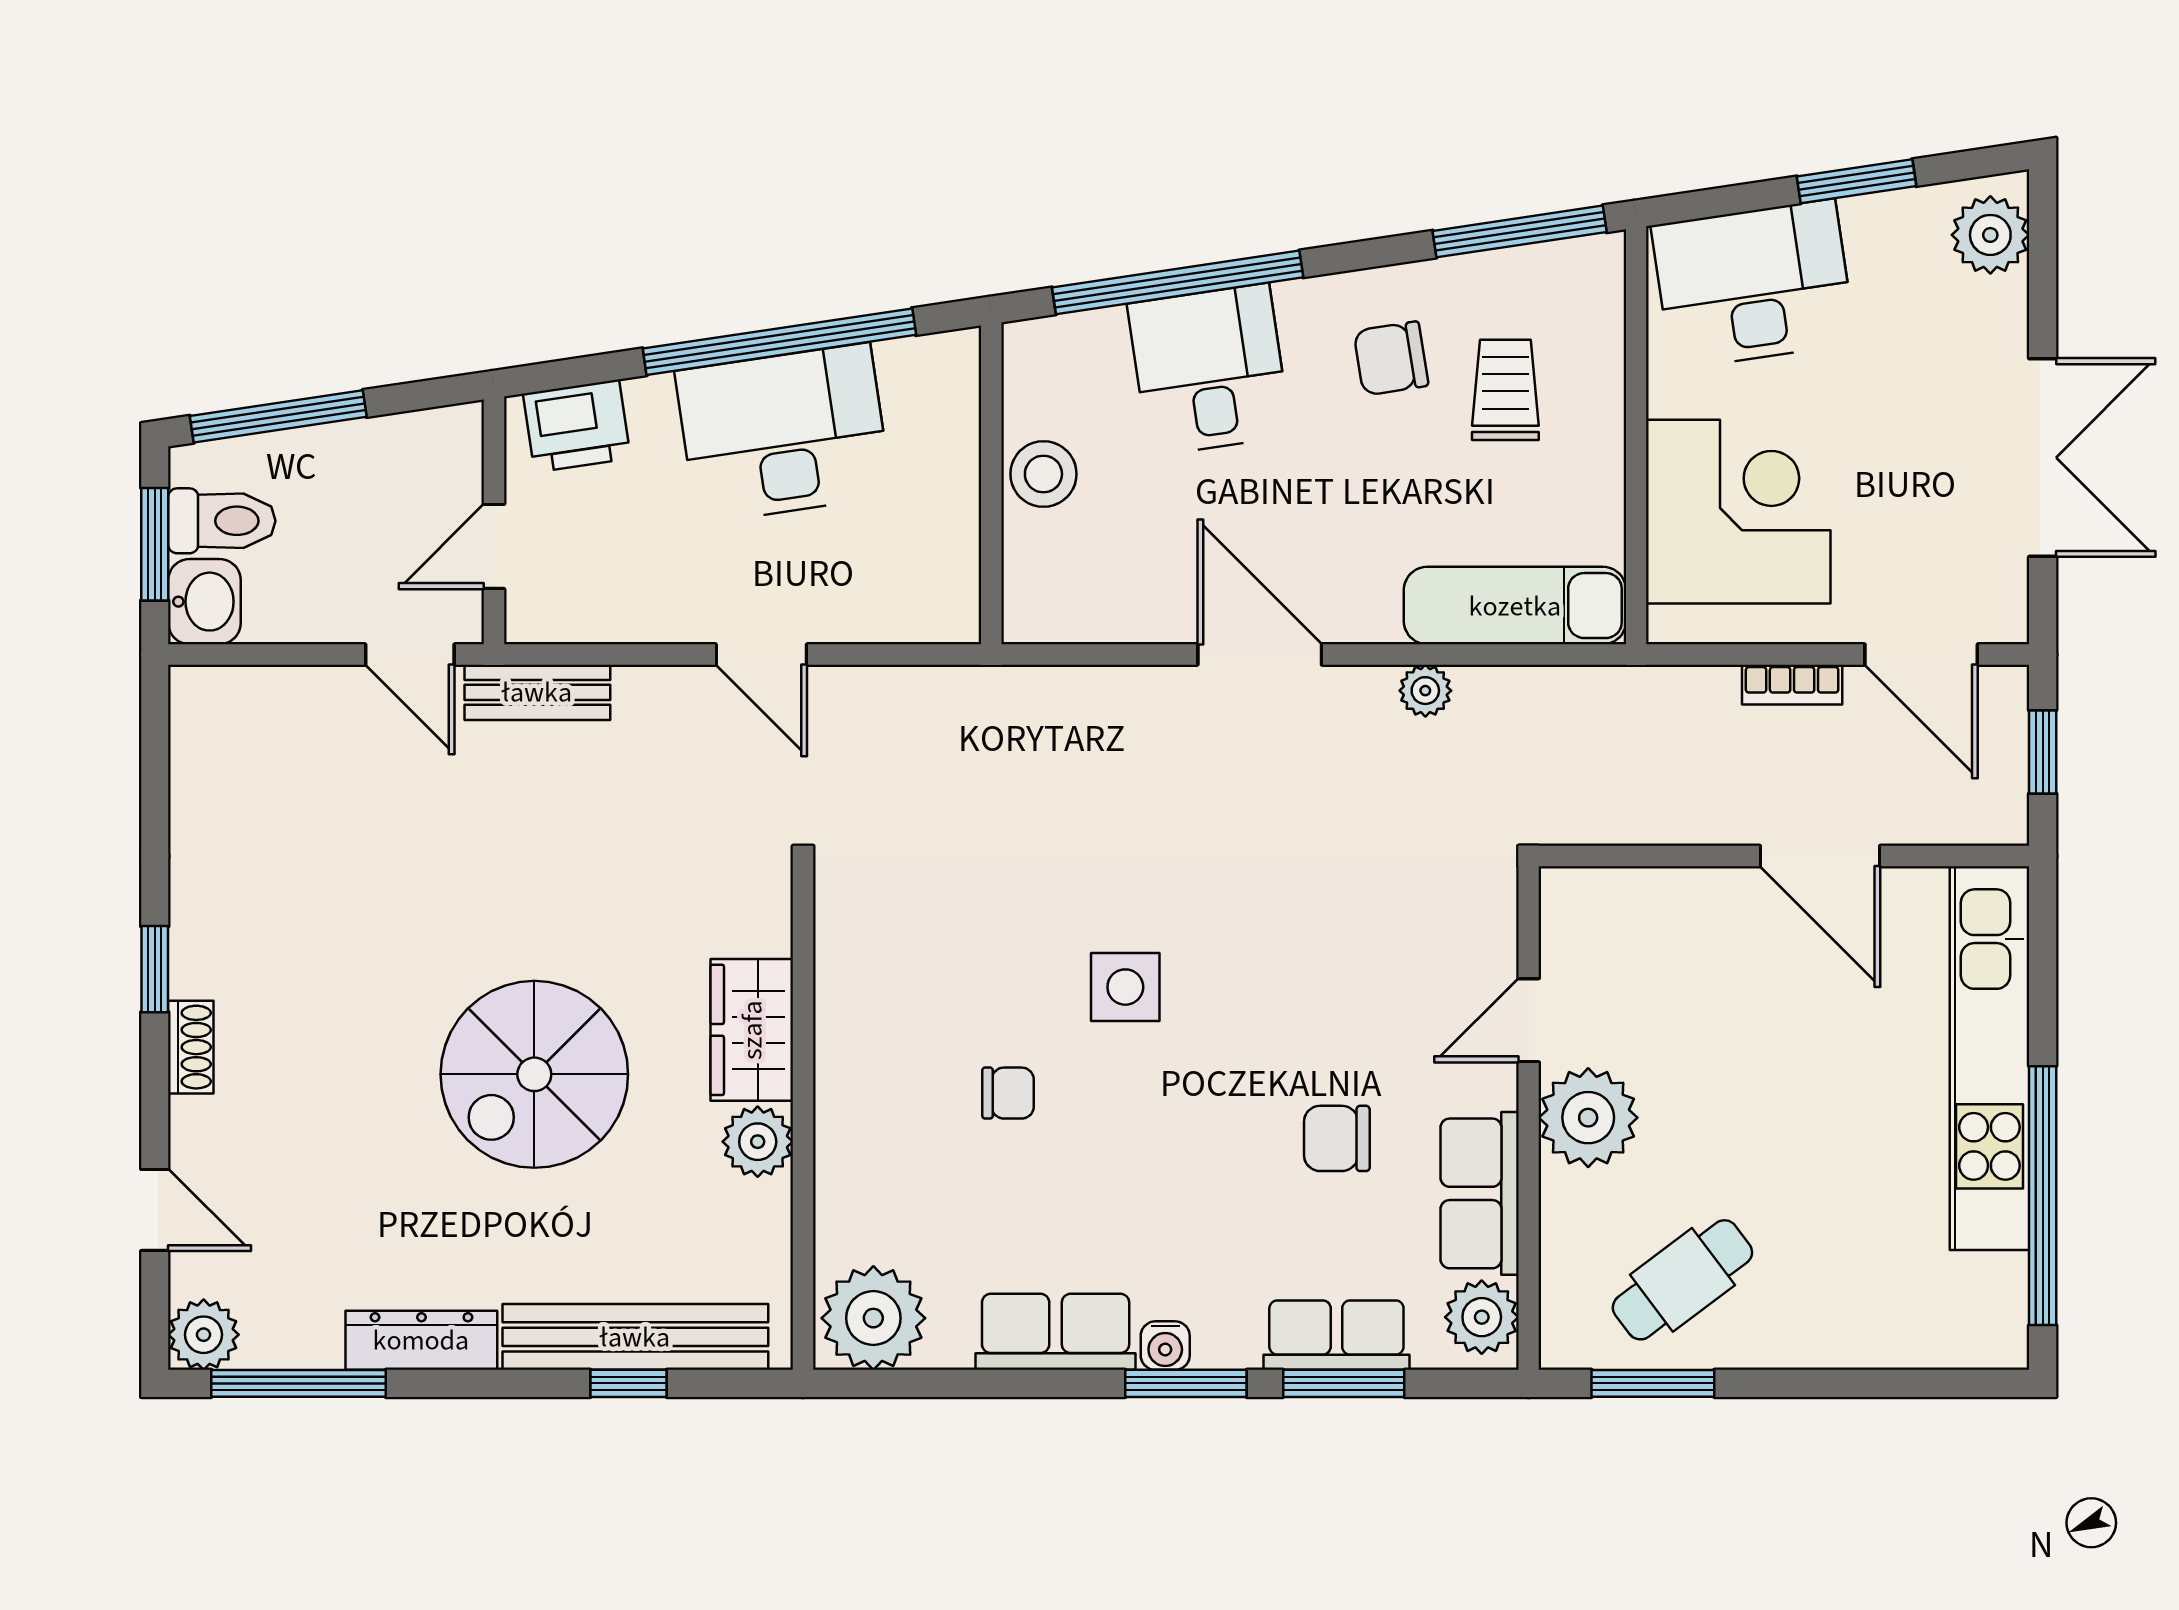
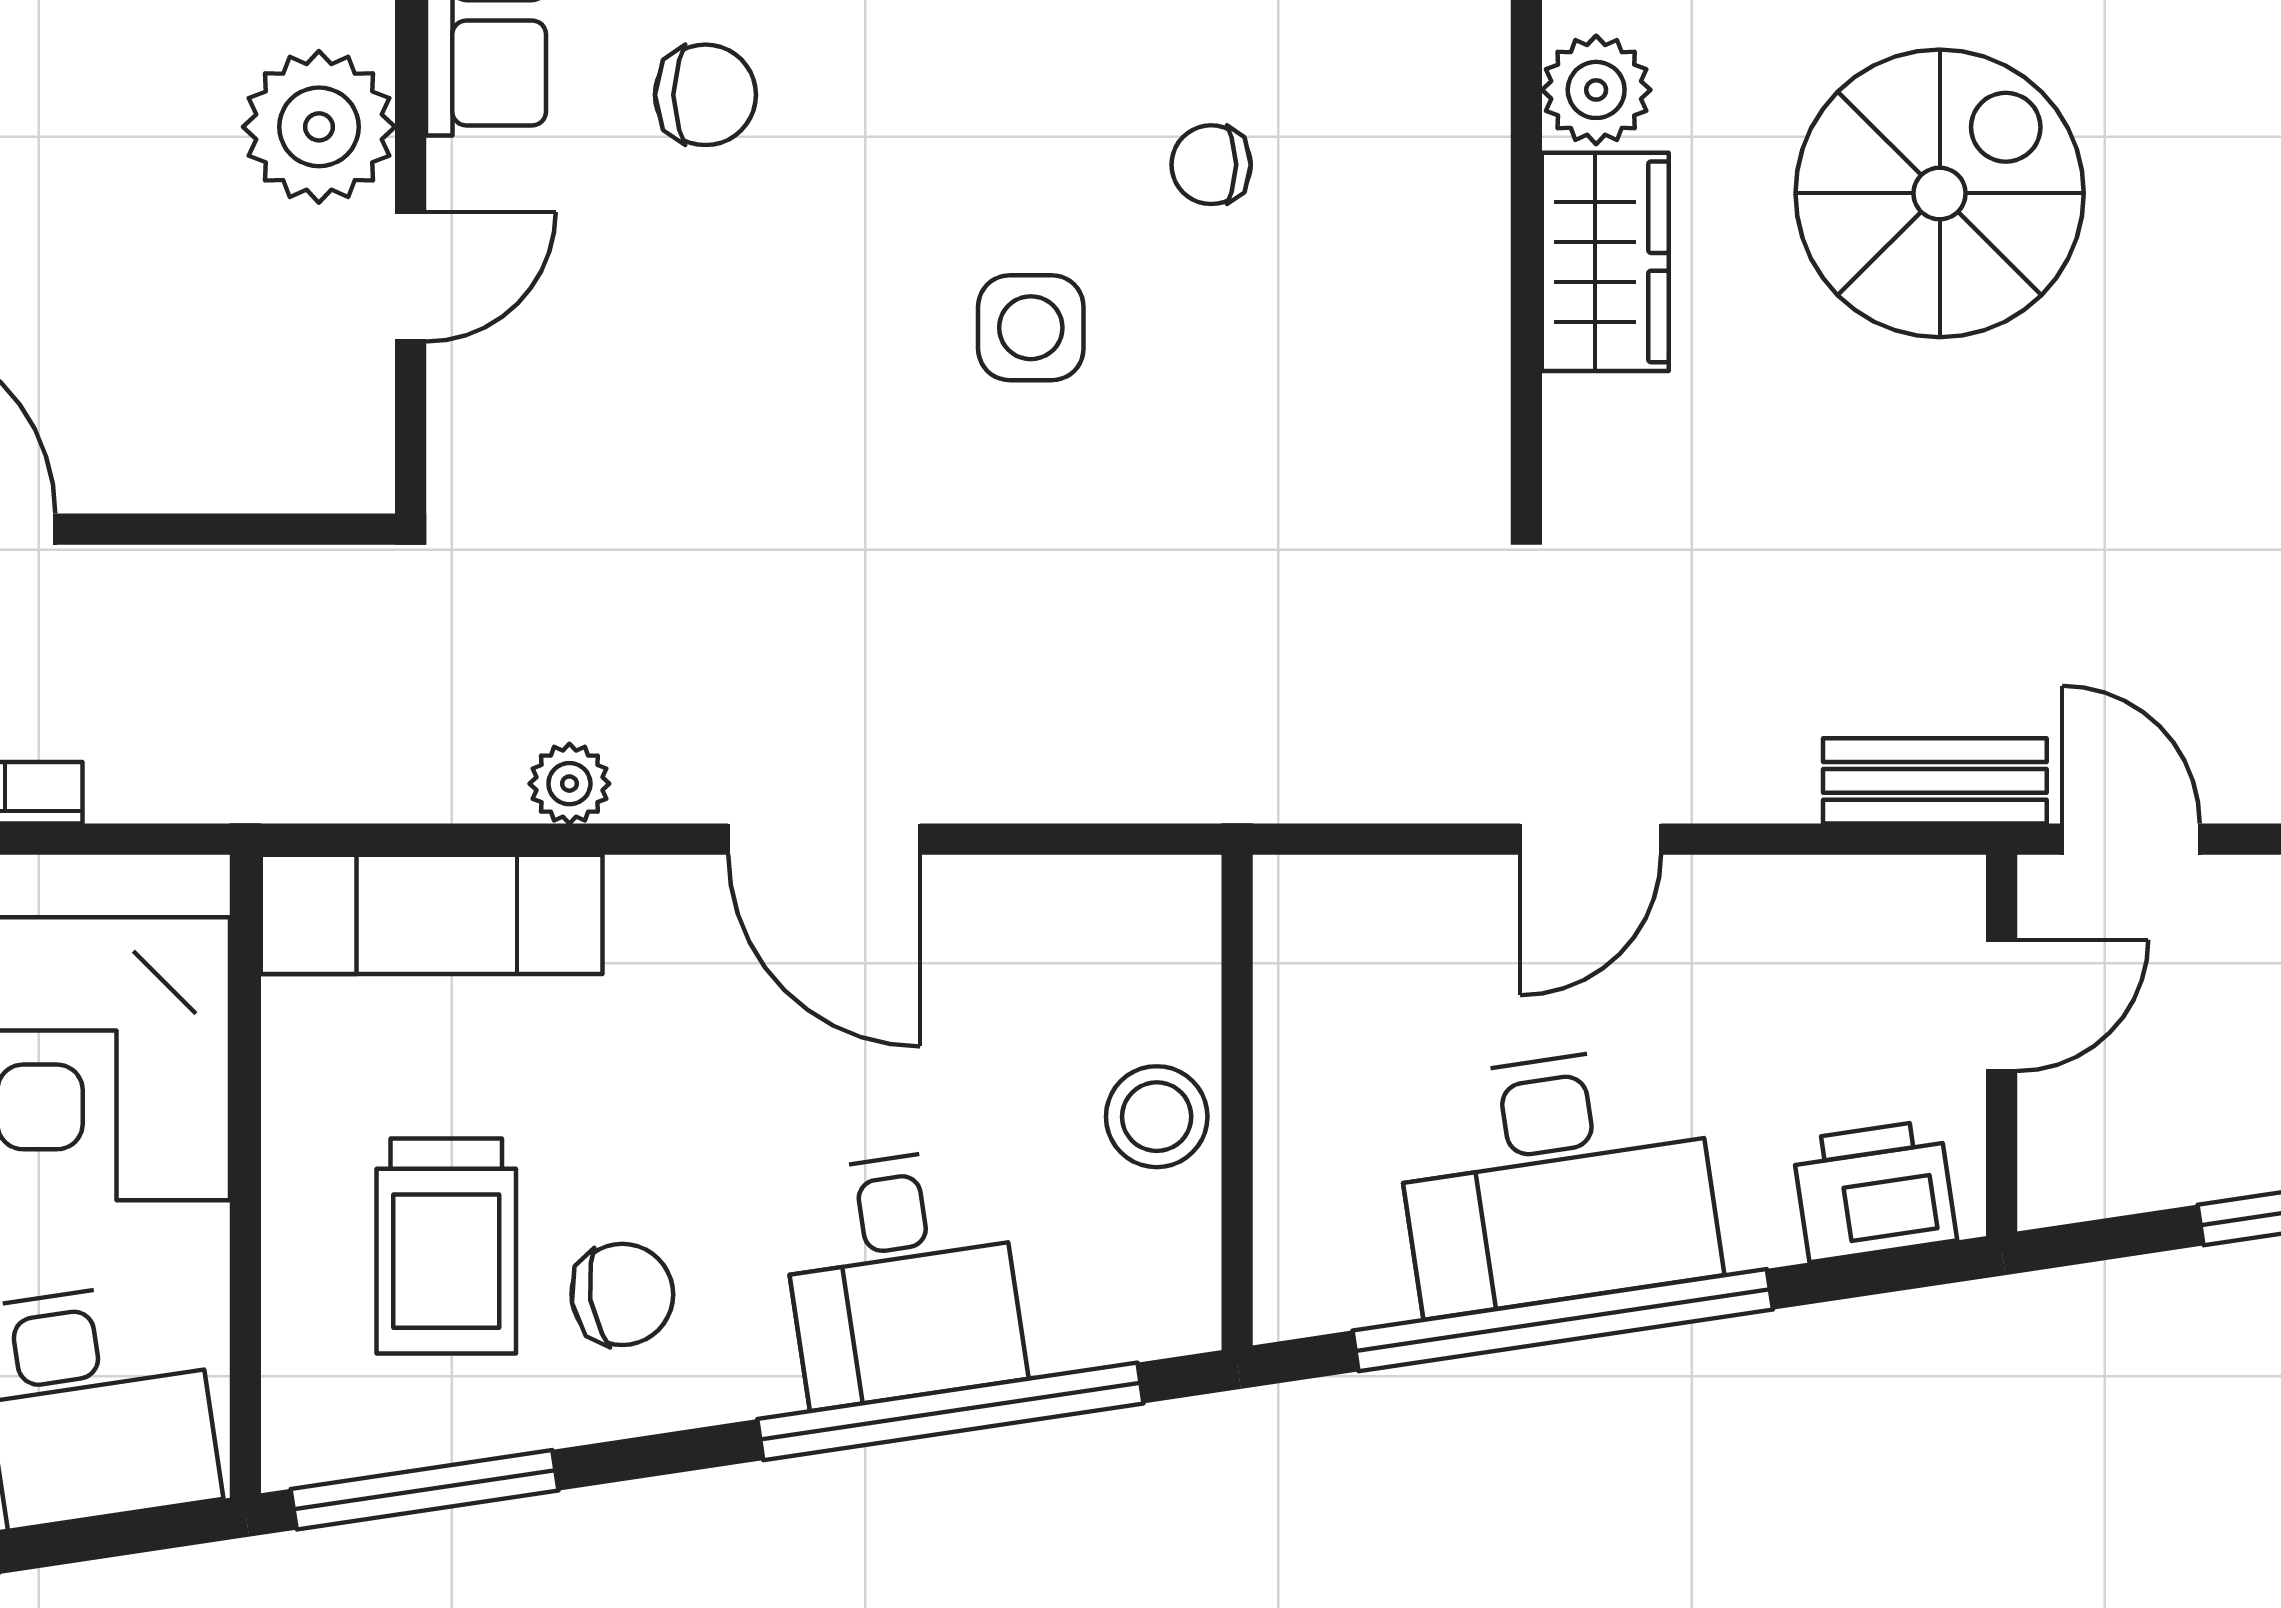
trolley: (1505, 390) -> (446, 1246), width x1.36, depth x1.39
door: (761, 655) -> (1590, 839), swing flipped

